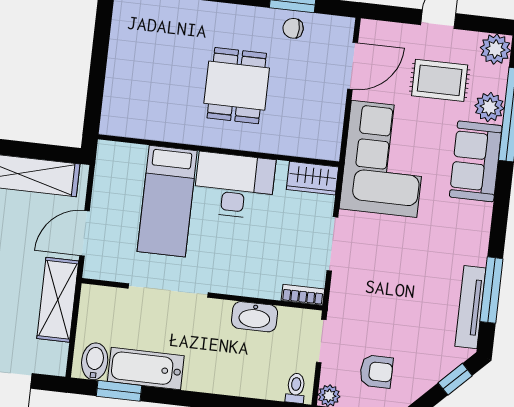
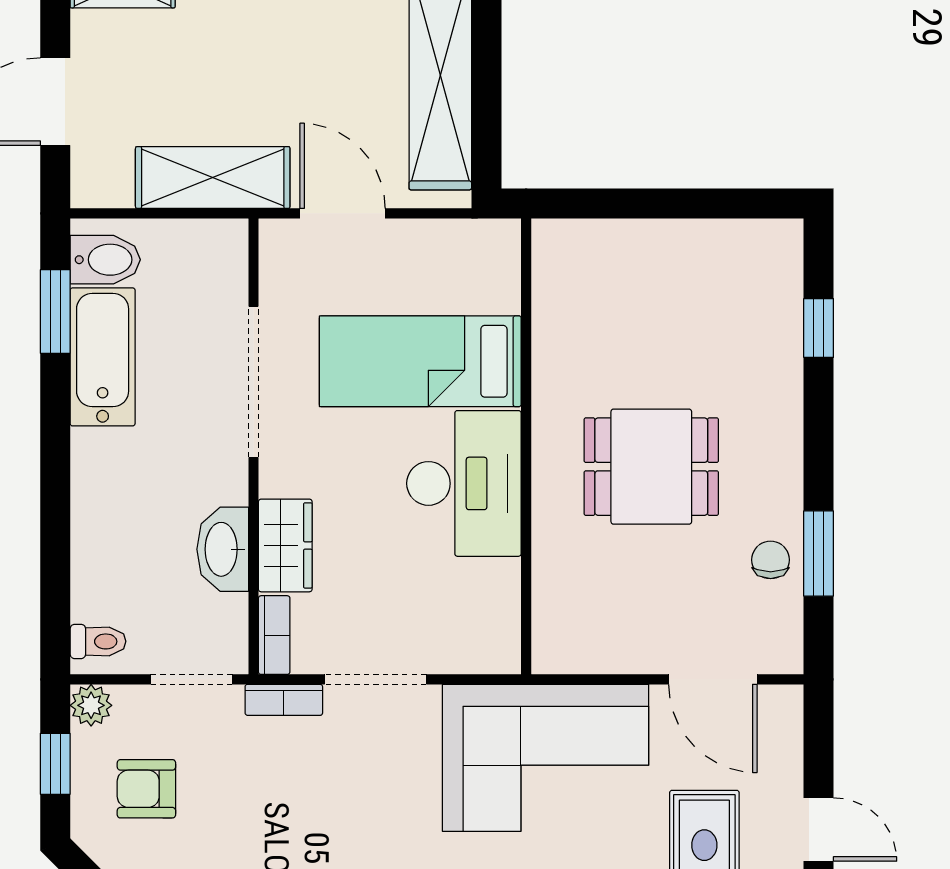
wardrobe: (312, 178) -> (285, 545), moved, turned 180
bookcase: (338, 294) -> (284, 700), added
armchair: (376, 371) -> (146, 789), turned 90

